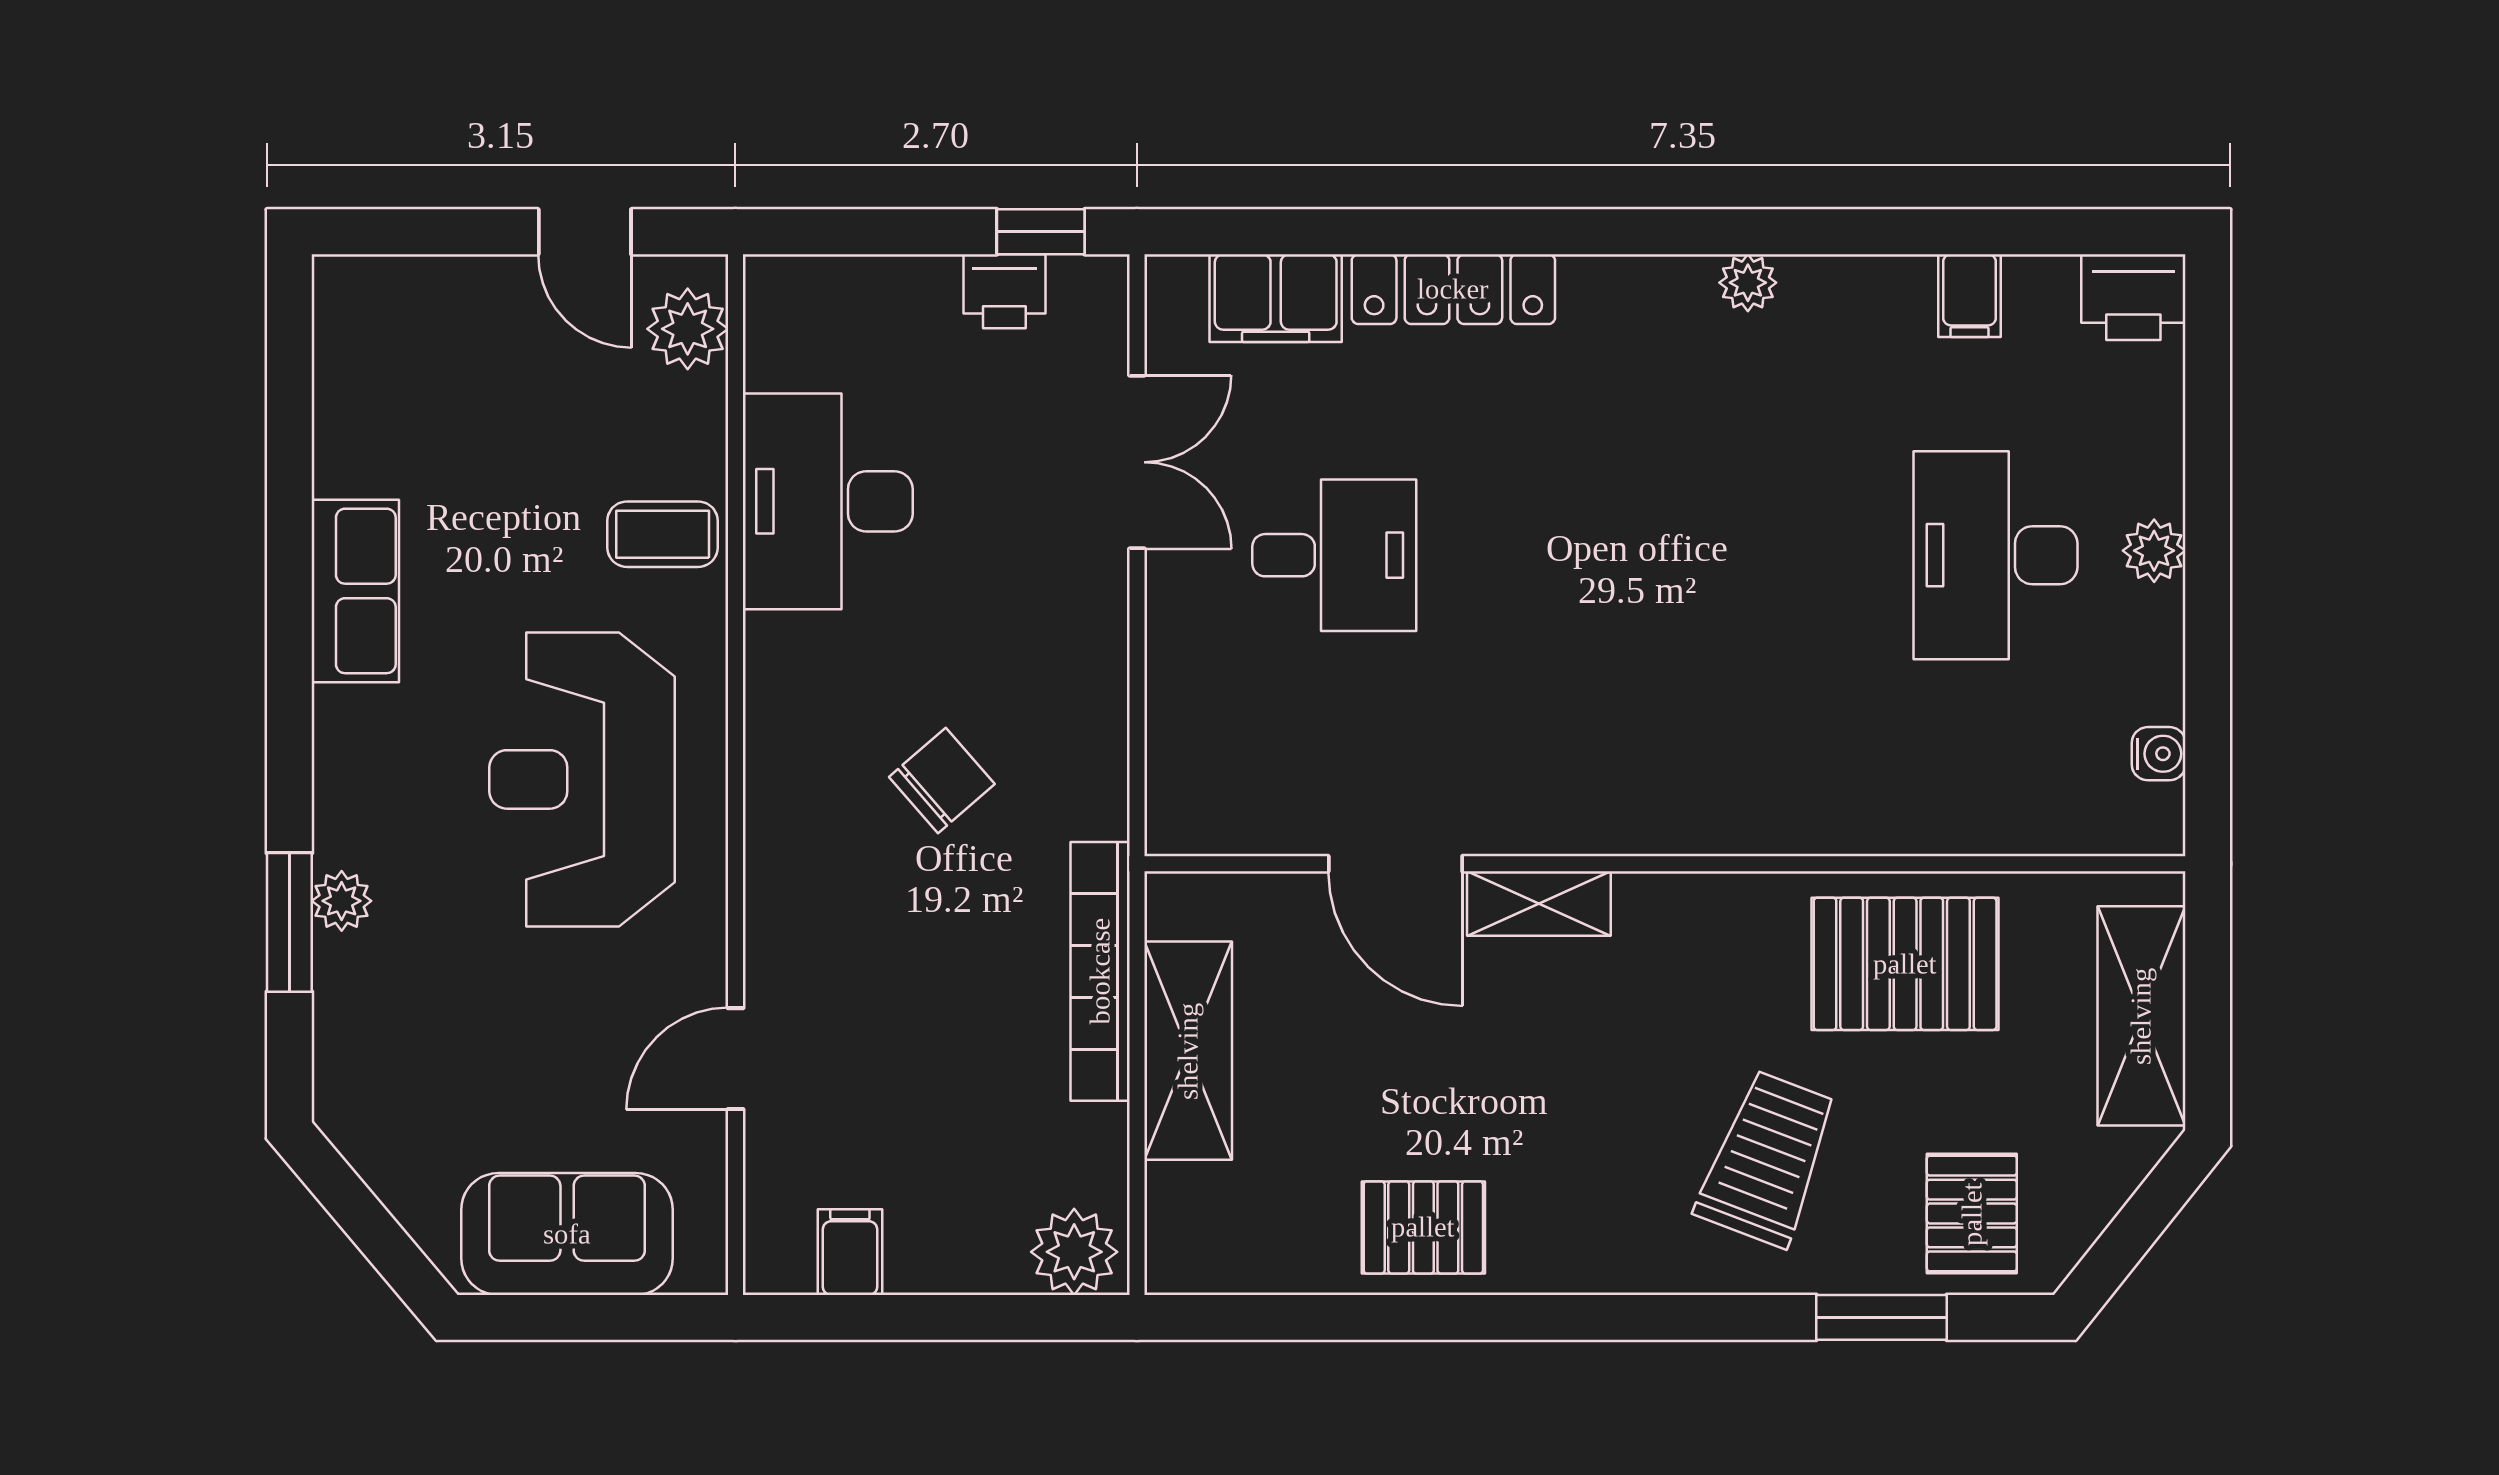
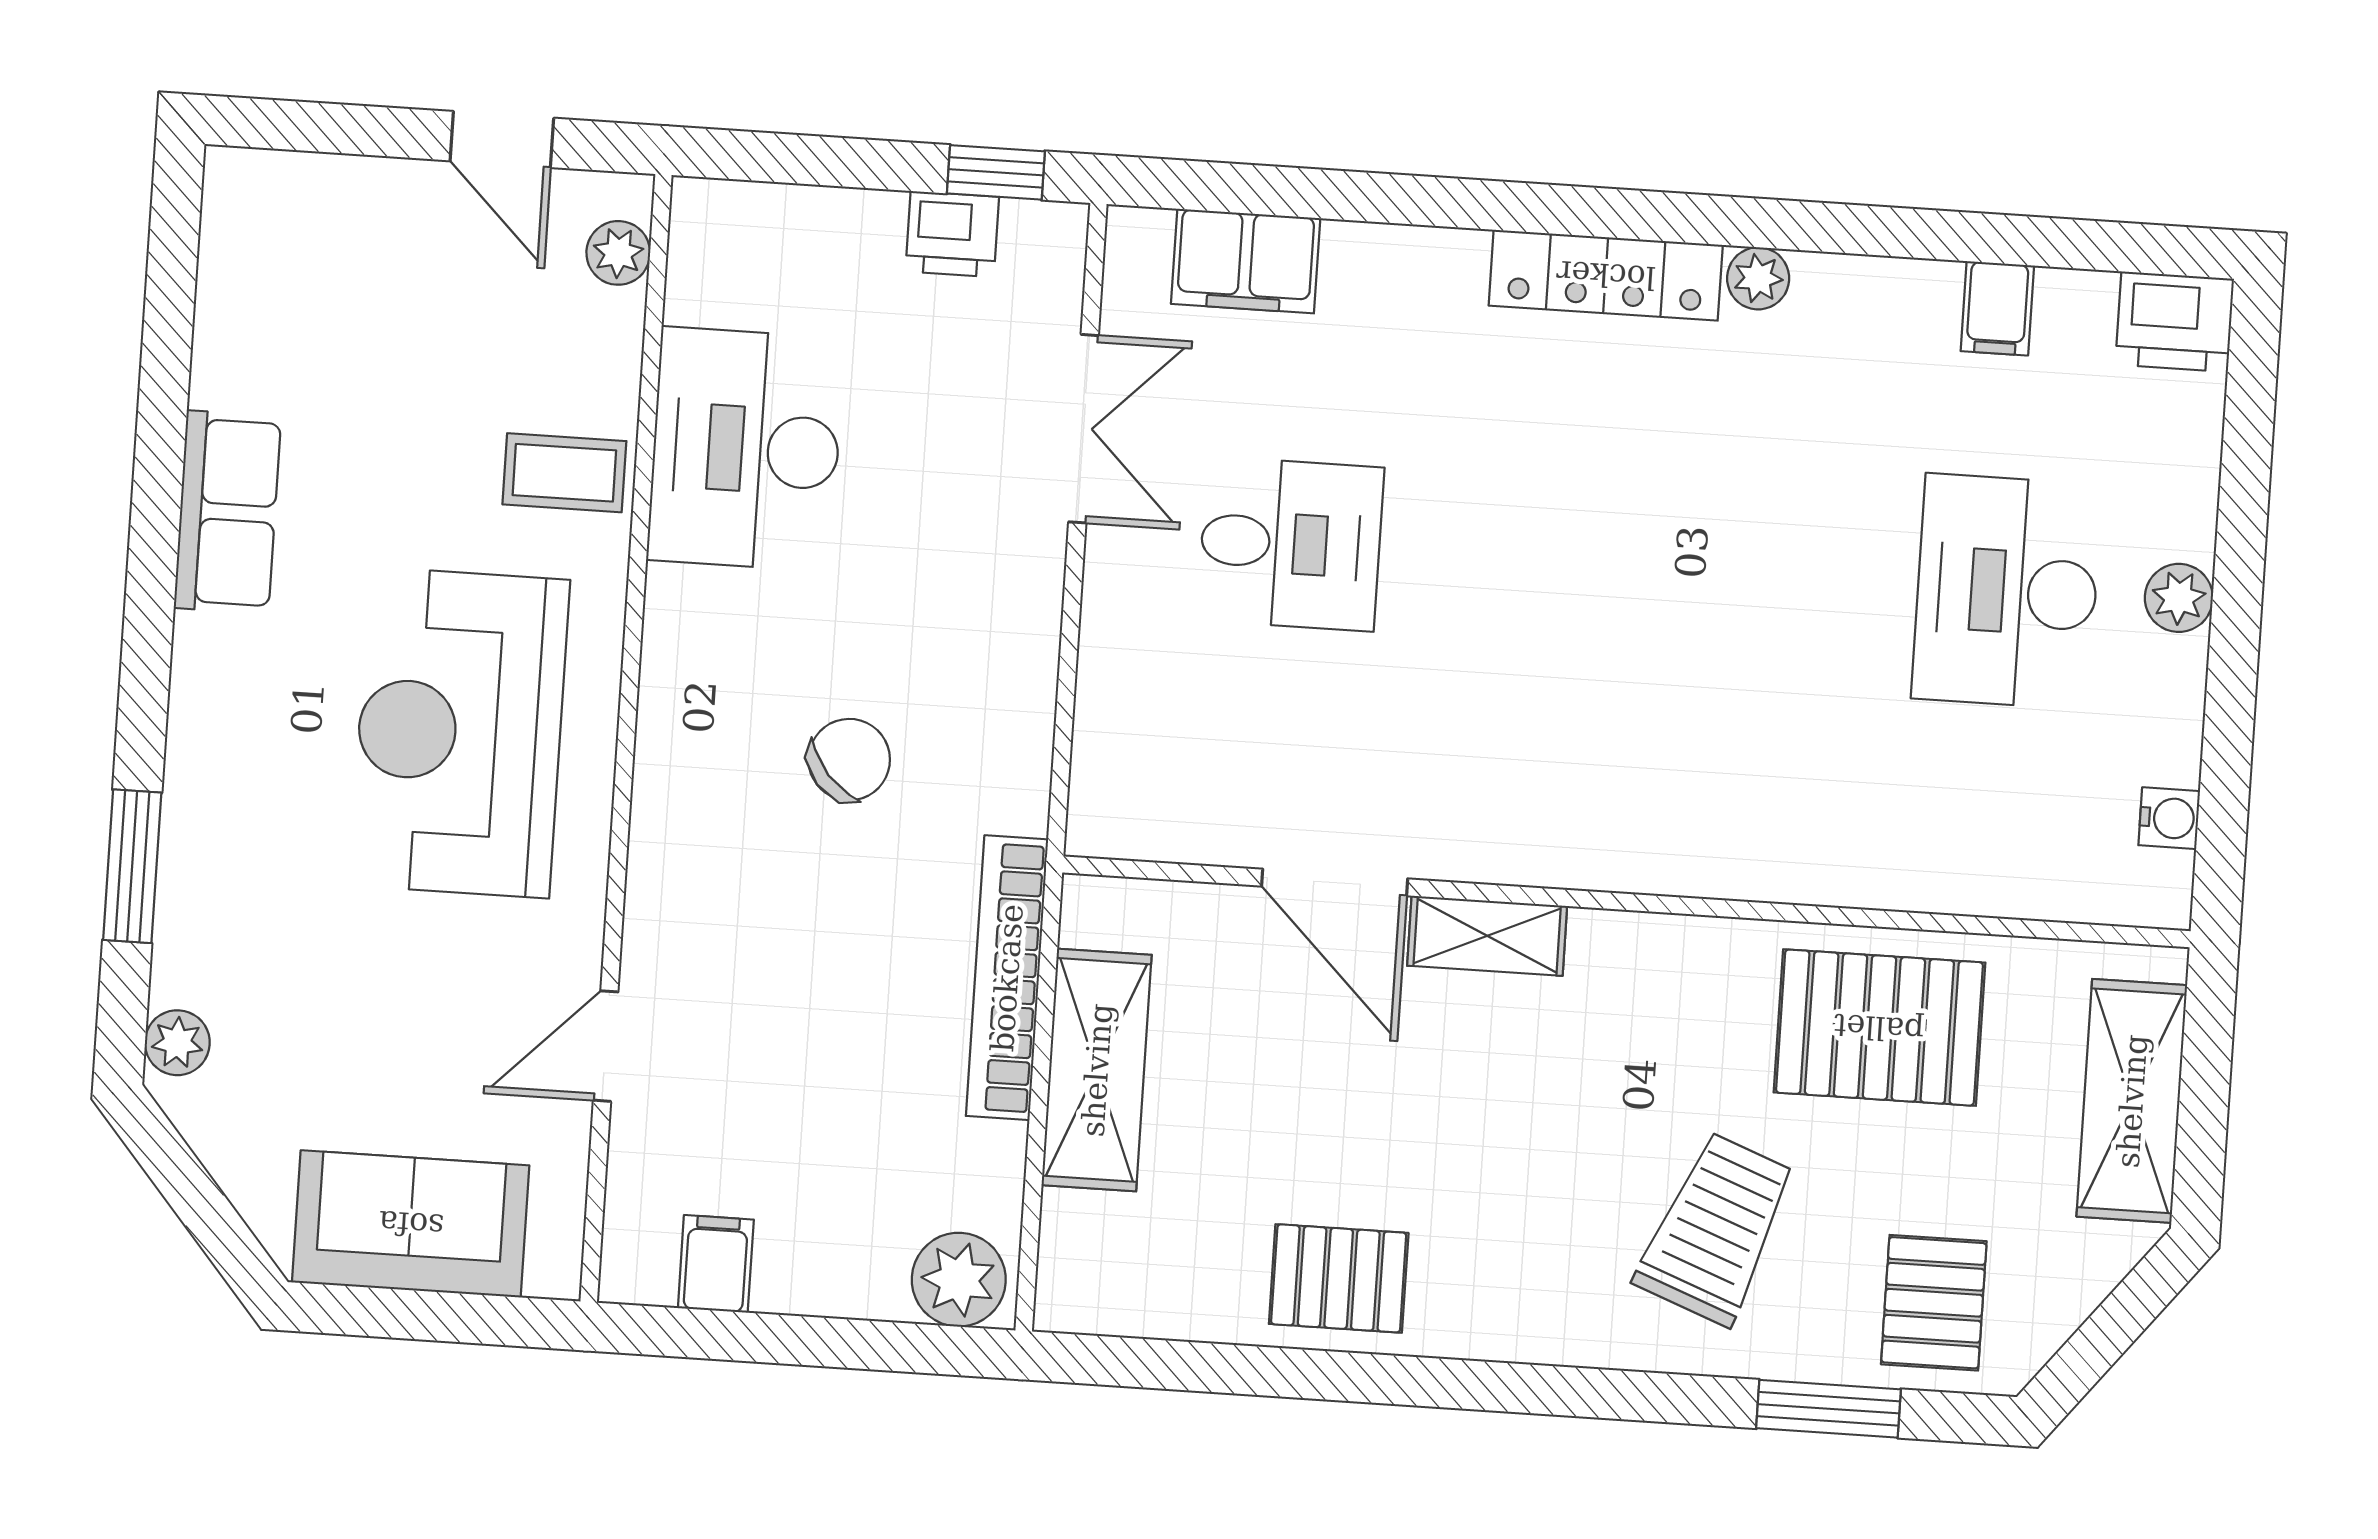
locker: (1453, 289) -> (1606, 275), moved
plant: (688, 329) -> (618, 253), width x0.73, depth x0.73
plant: (342, 901) -> (177, 1043), moved

